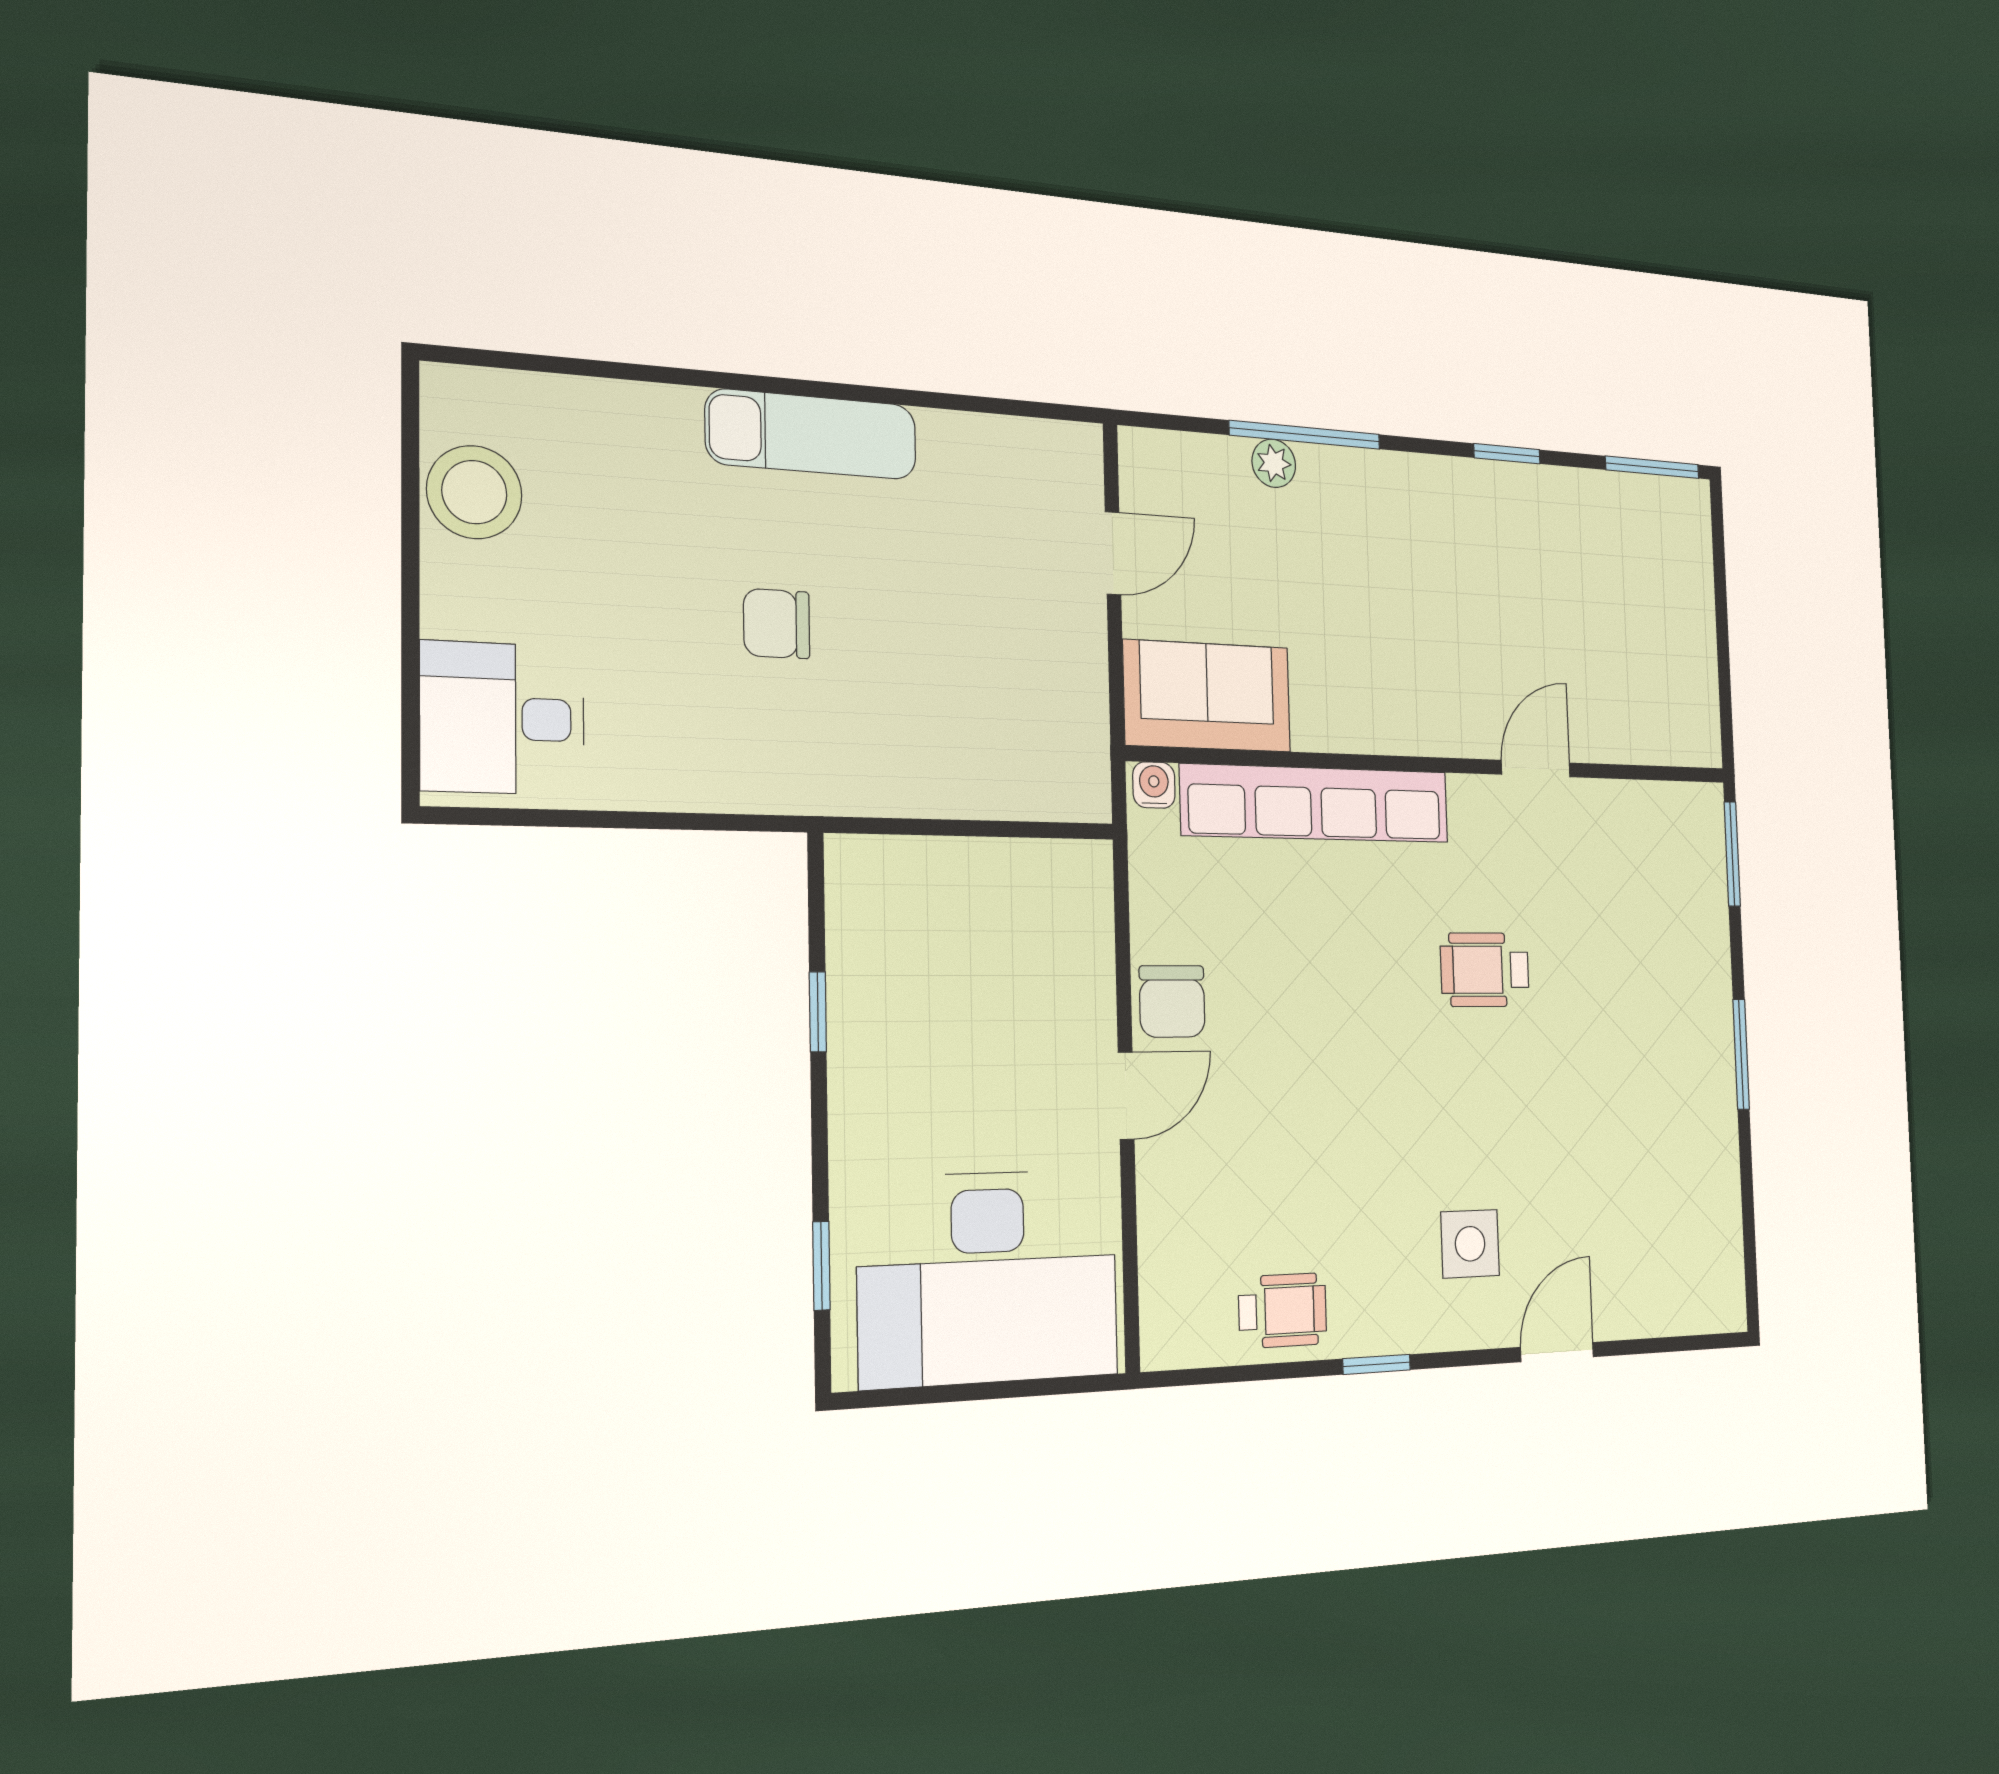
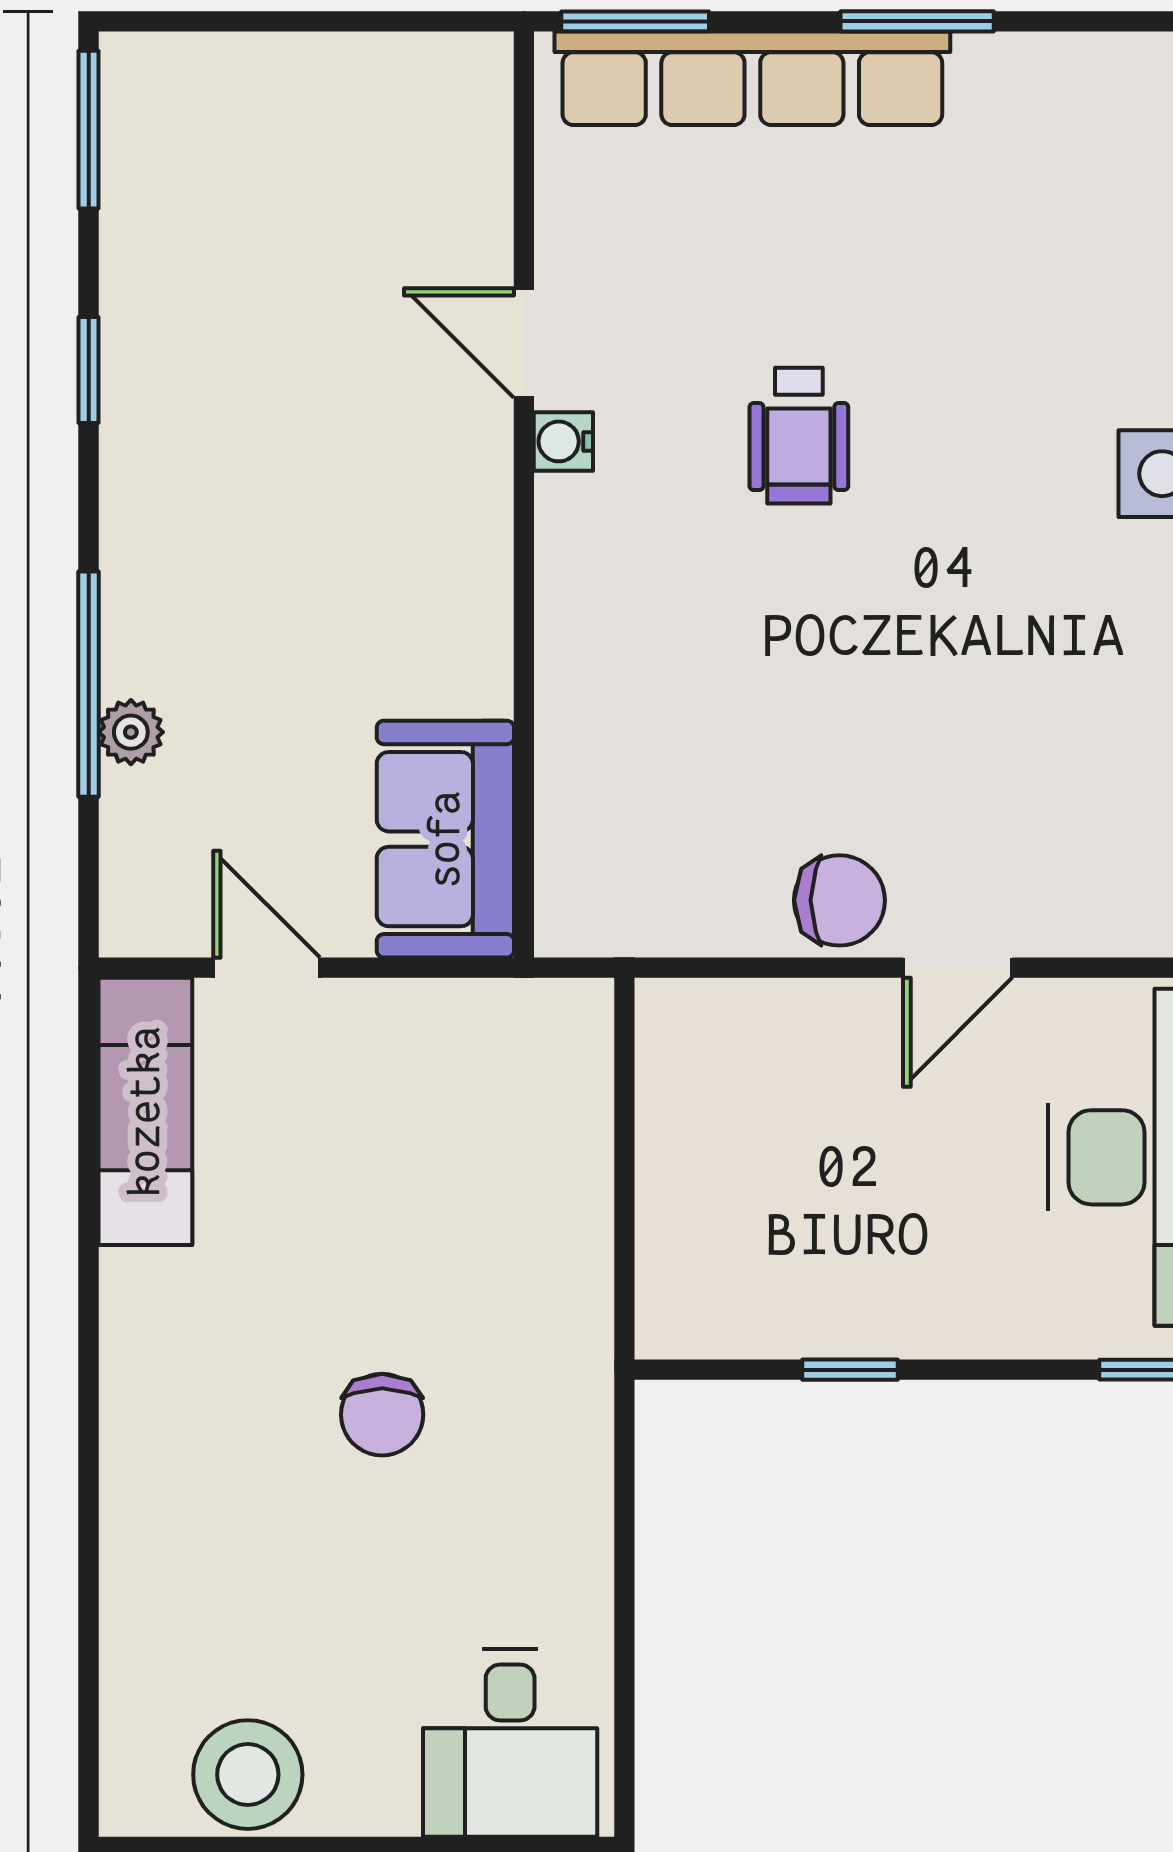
exam couch: (812, 434) -> (145, 1111), moved
water cooler: (1154, 785) -> (563, 441), moved
row of seats: (1316, 803) -> (752, 78), moved, turned 90
door: (1126, 1096) -> (958, 968), swing flipped

